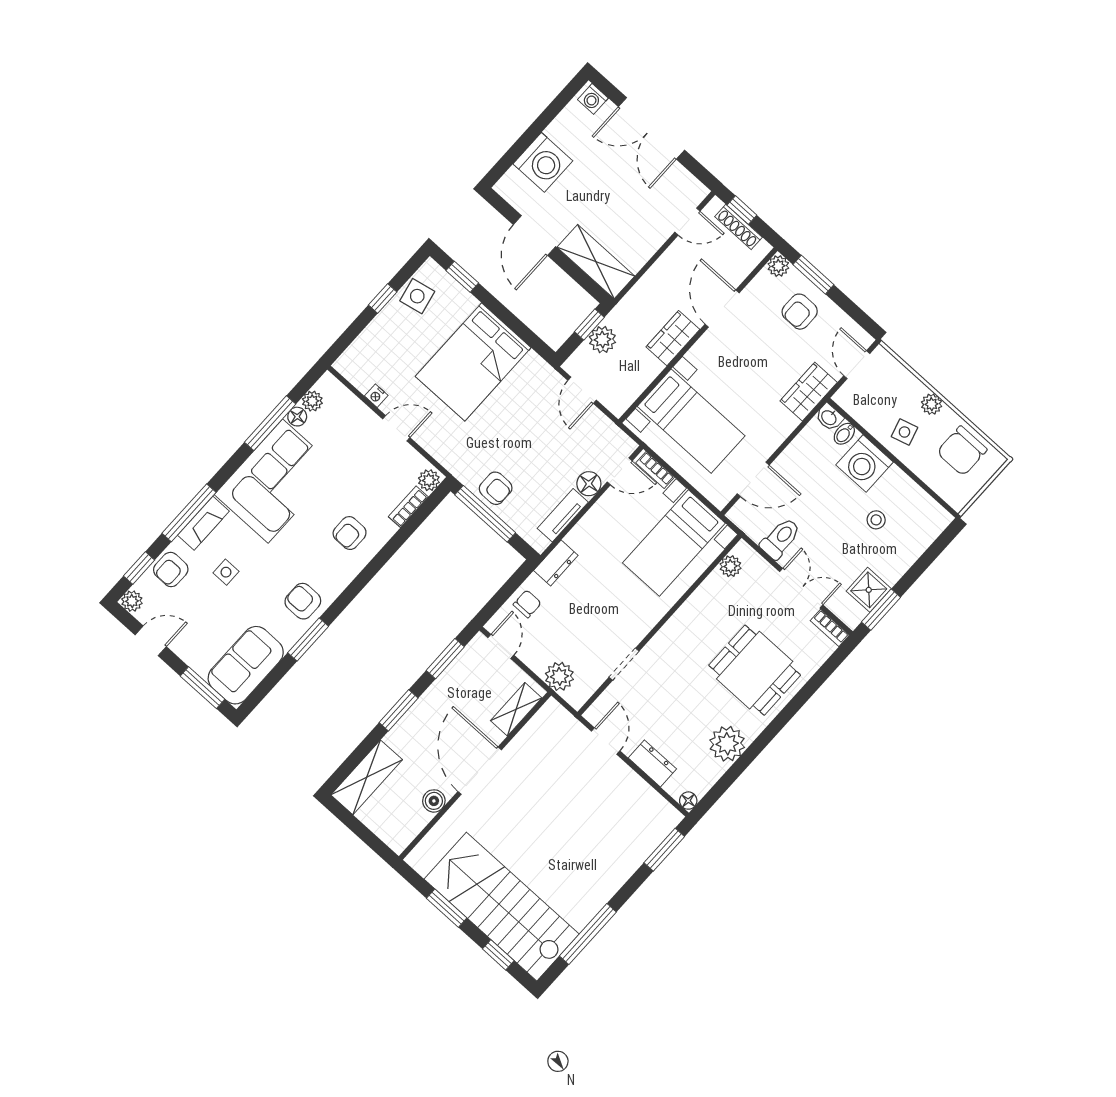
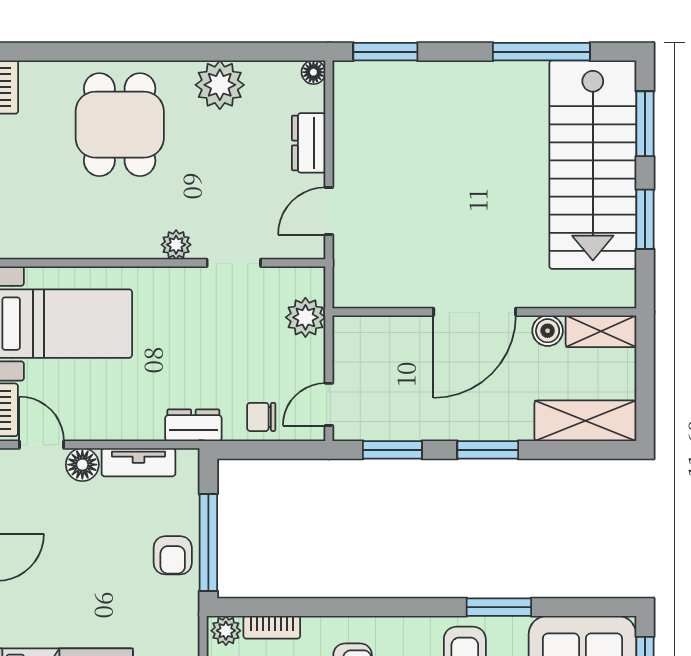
armchair: (496, 488) -> (173, 555), turned 180
plant: (730, 566) -> (176, 245), moved
shelving: (516, 709) -> (601, 331), moved
window: (498, 955) -> (645, 124), width x1.50

